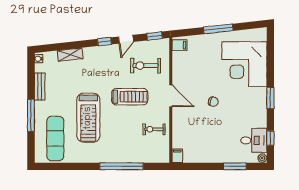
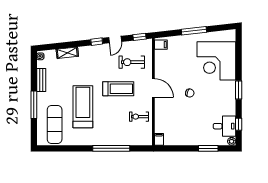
treadmill: (88, 118) -> (83, 107), turned 180

